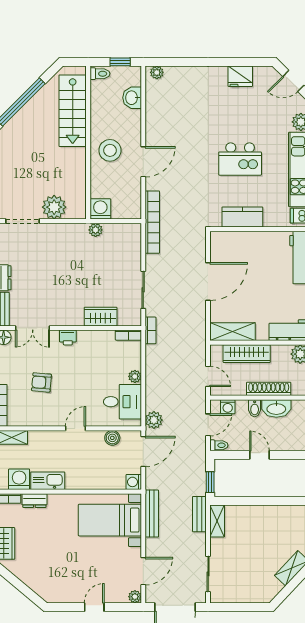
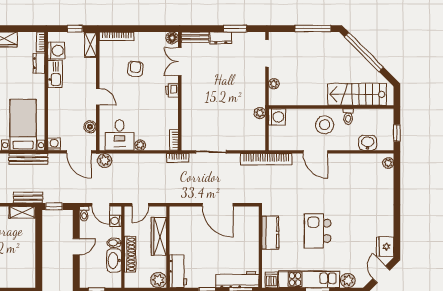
toilet: (100, 74) -> (348, 117), moved
fridge: (240, 76) -> (385, 247), moved
plant: (54, 207) -> (274, 84), width x0.53, depth x0.53
wardrobe: (101, 317) -> (189, 117), removed
shelving: (233, 332) -> (177, 225), removed

